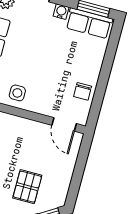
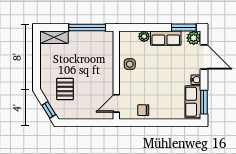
pallet: (27, 187) -> (65, 89), turned 90

